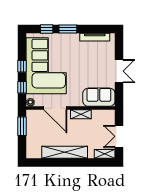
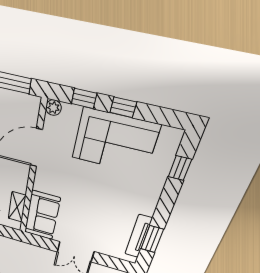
window: (68, 29) -> (152, 239), moved
corner sofa: (46, 66) -> (115, 142), width x0.73, depth x0.74
shelving: (81, 114) -> (17, 207), moved

